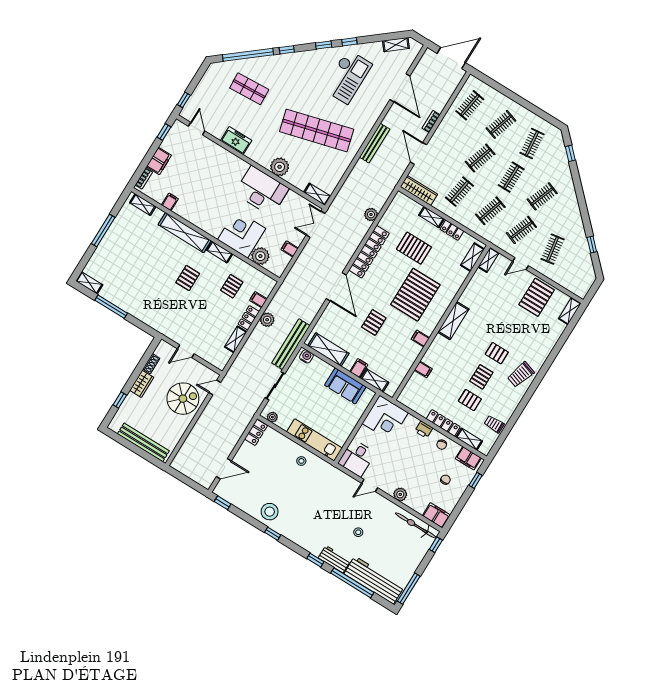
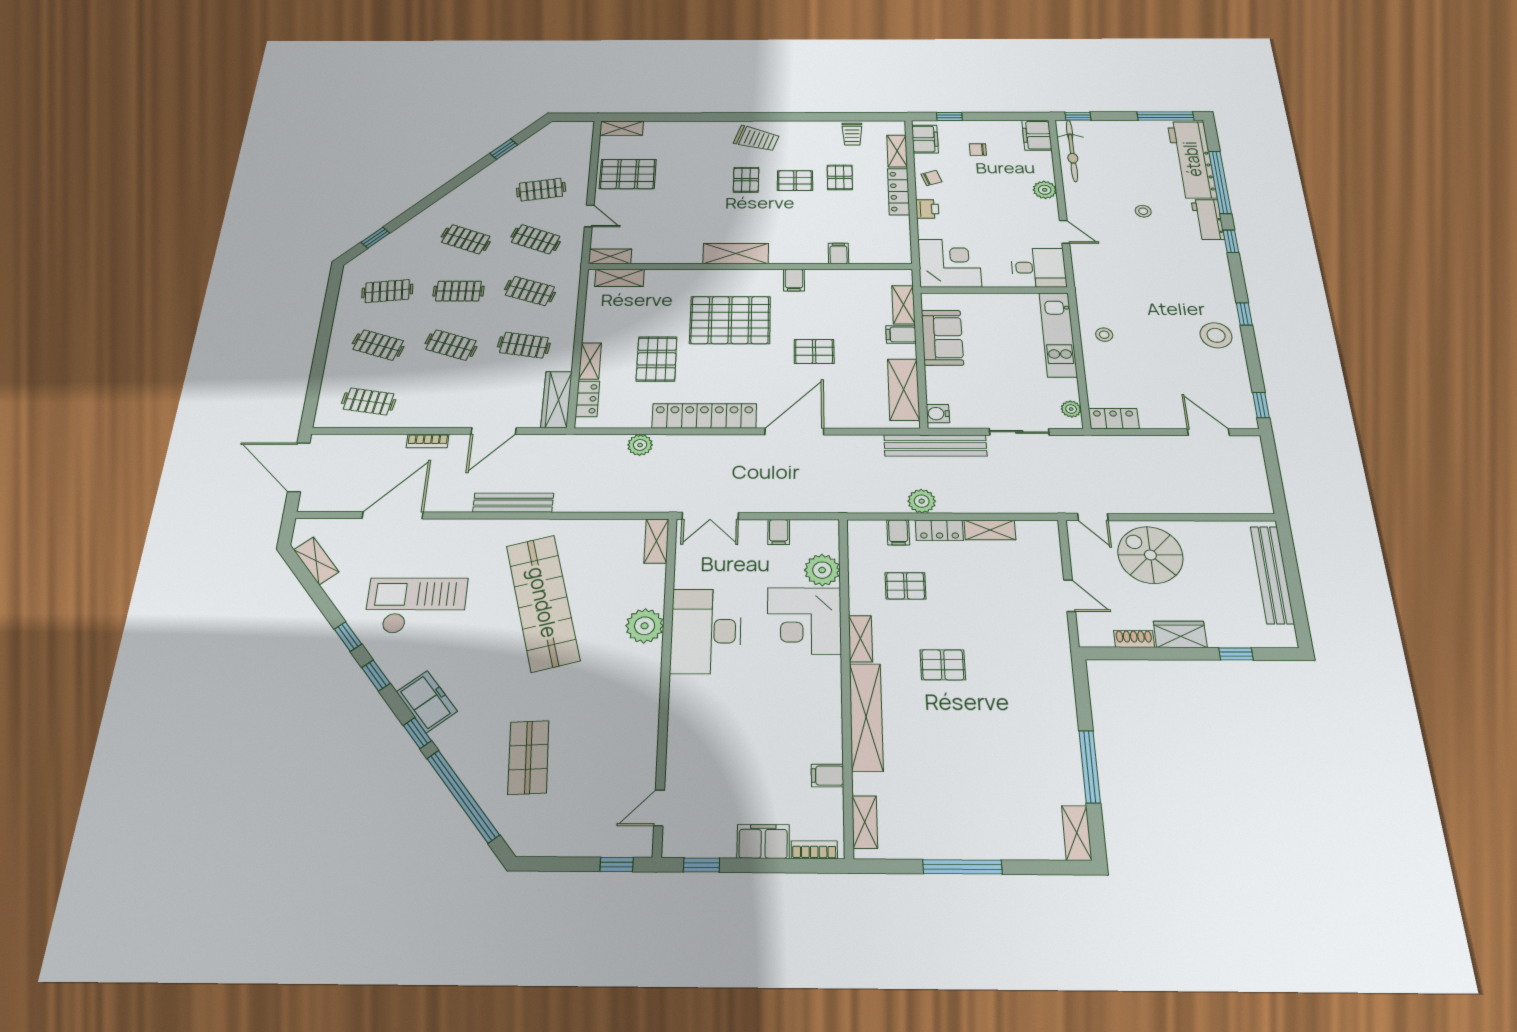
freezer: (236, 141) -> (427, 702), moved, turned 141
locker: (452, 230) -> (588, 399), moved

